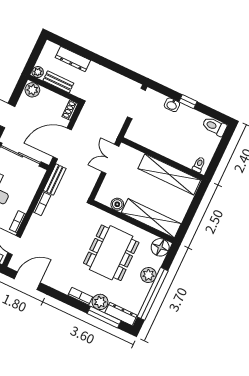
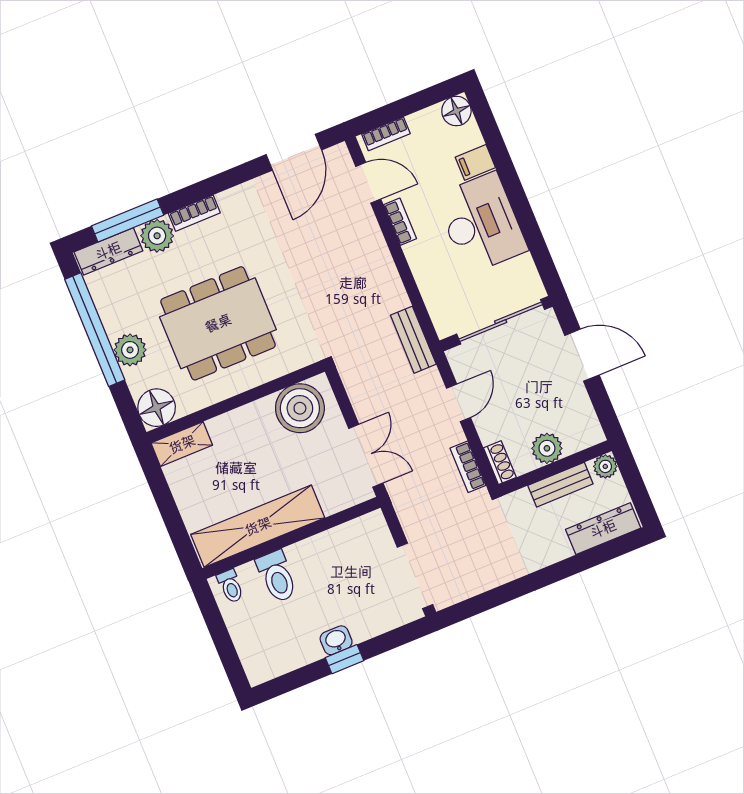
dresser: (73, 59) -> (603, 529), moved
plant: (32, 90) -> (547, 448), moved
washbasin: (172, 105) -> (336, 640), moved
toilet: (214, 126) -> (277, 576), moved, turned 90
door: (62, 143) -> (459, 403), width x0.53
bookcase: (42, 204) -> (468, 467), moved
boiler: (117, 204) -> (300, 408), width x1.86, depth x1.86
shelving: (151, 218) -> (182, 444), width x0.45, depth x0.75
dining table: (111, 253) -> (218, 323), turned 90

